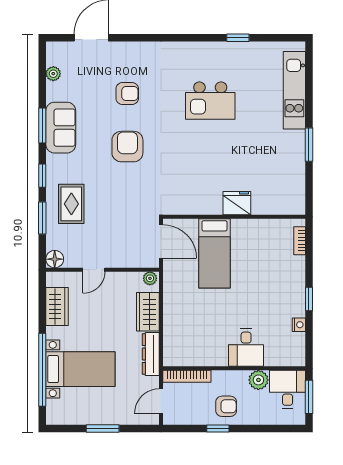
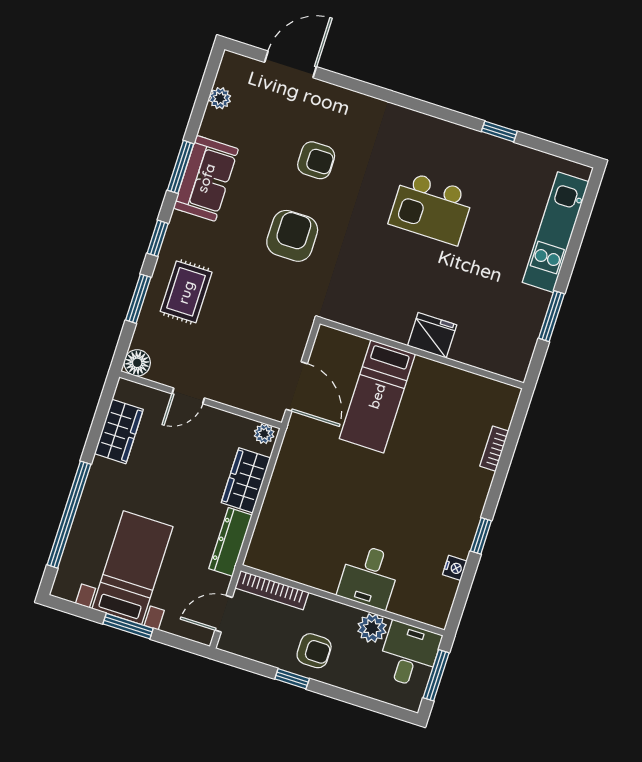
fridge: (237, 203) -> (432, 335), moved
wall: (234, 217) -> (422, 353), moved
bed: (214, 253) -> (377, 396), moved
bed with nightstands: (80, 369) -> (132, 568), moved, turned -90

